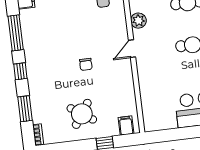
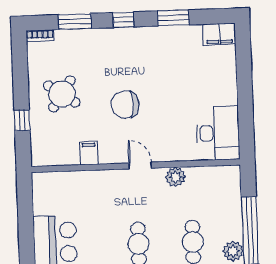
window: (16, 33) -> (173, 18), width x0.69
chair: (86, 64) -> (125, 104), width x1.87, depth x1.87
filing cabinet: (126, 126) -> (89, 153), moved, turned -90

